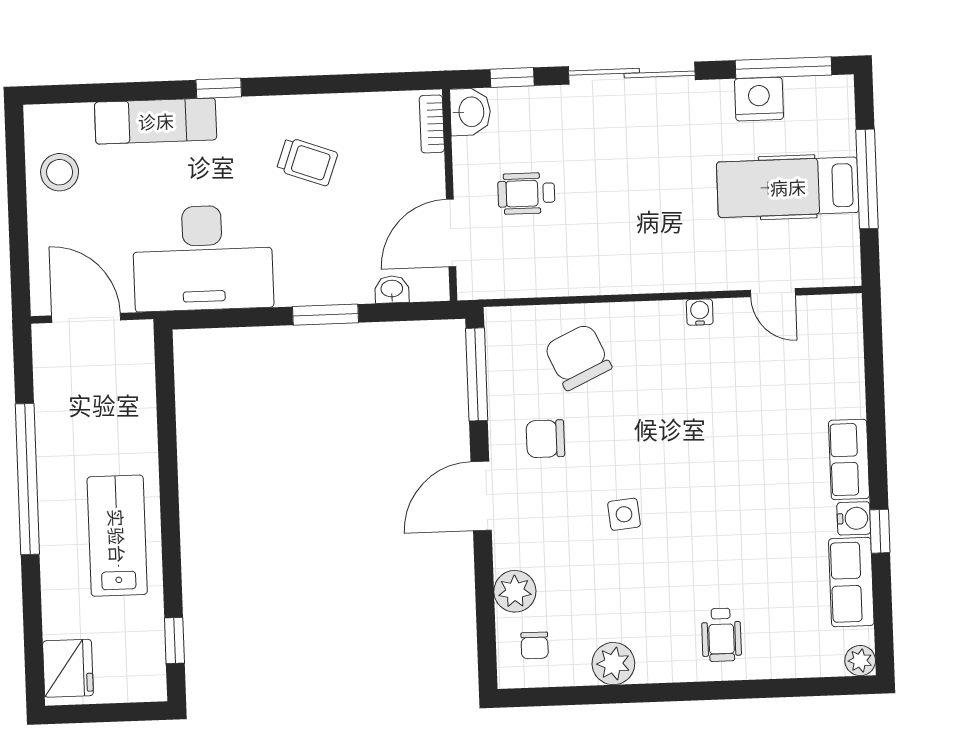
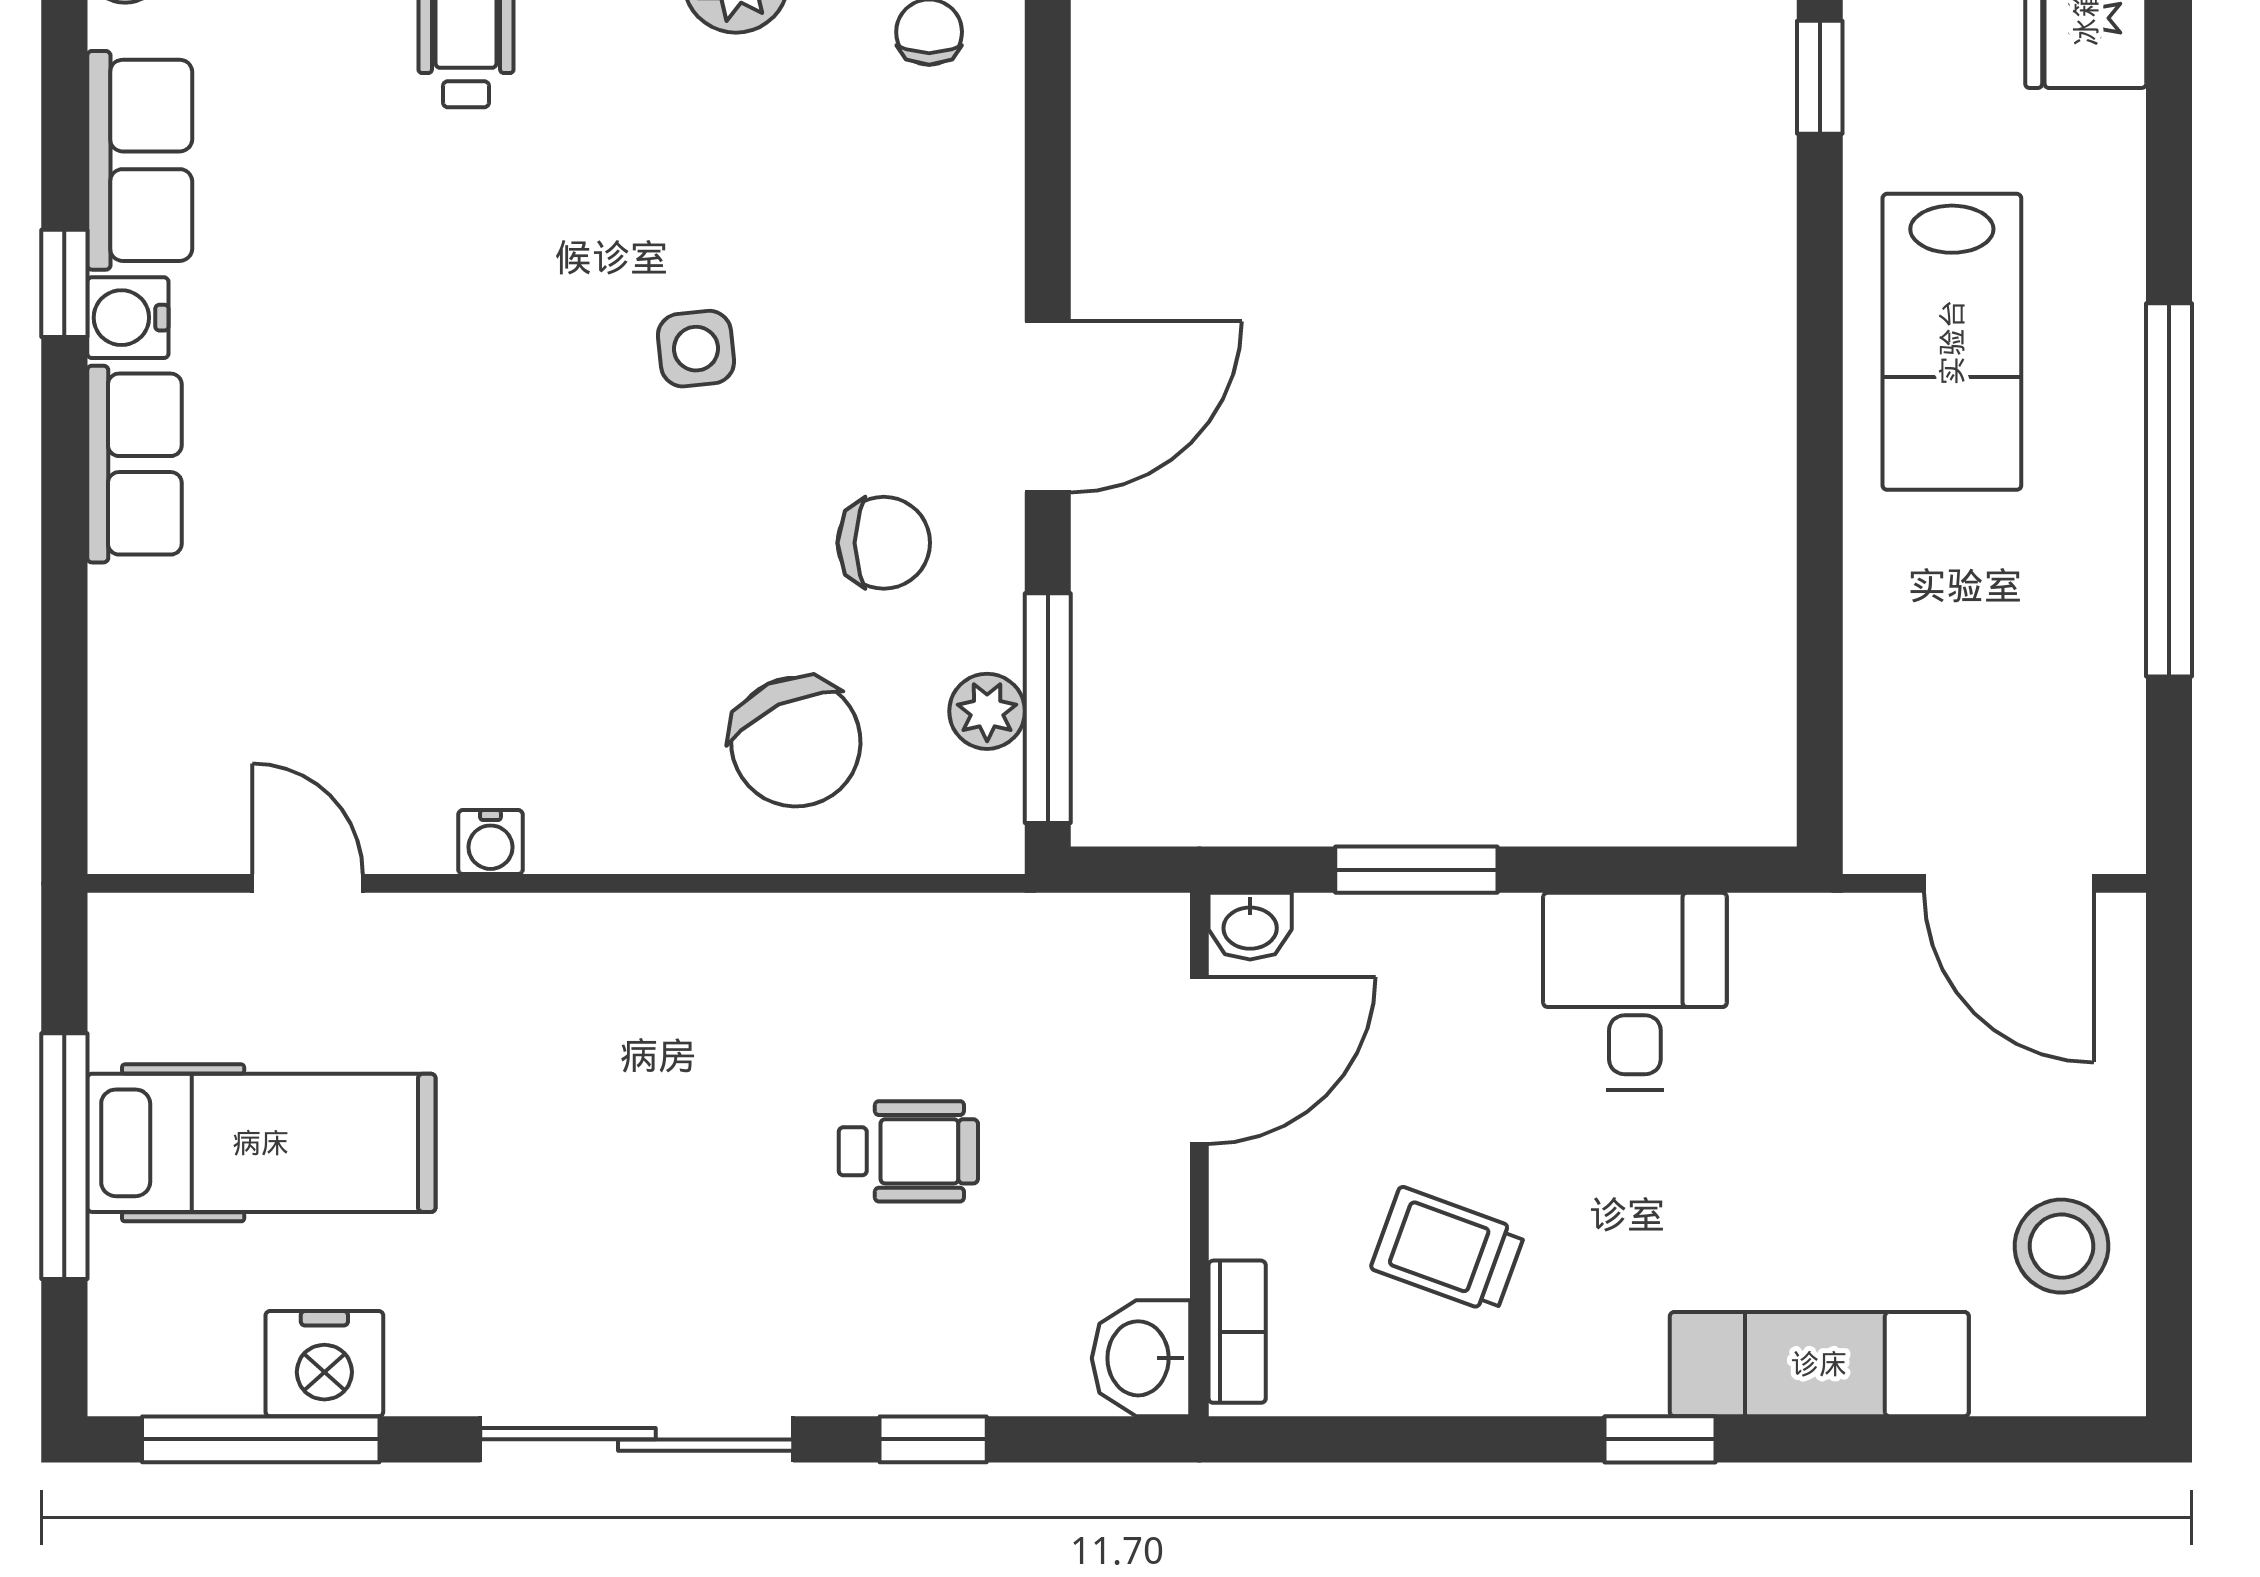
washbasin: (470, 112) -> (1141, 1358), moved
bookcase: (432, 124) -> (1237, 1332), moved
wall: (450, 195) -> (1199, 1154), moved
door: (451, 233) -> (1199, 1060), moved
desk: (203, 258) -> (1635, 991), width x0.53, depth x0.77
plant: (515, 591) -> (987, 711), moved, width x0.73, depth x0.73

